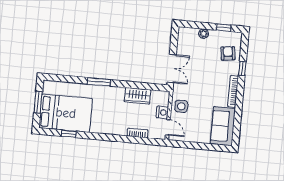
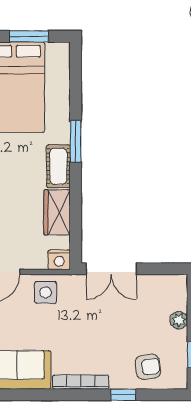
cot: (112, 93) -> (58, 166), added
nightstand: (162, 112) -> (59, 260), moved

